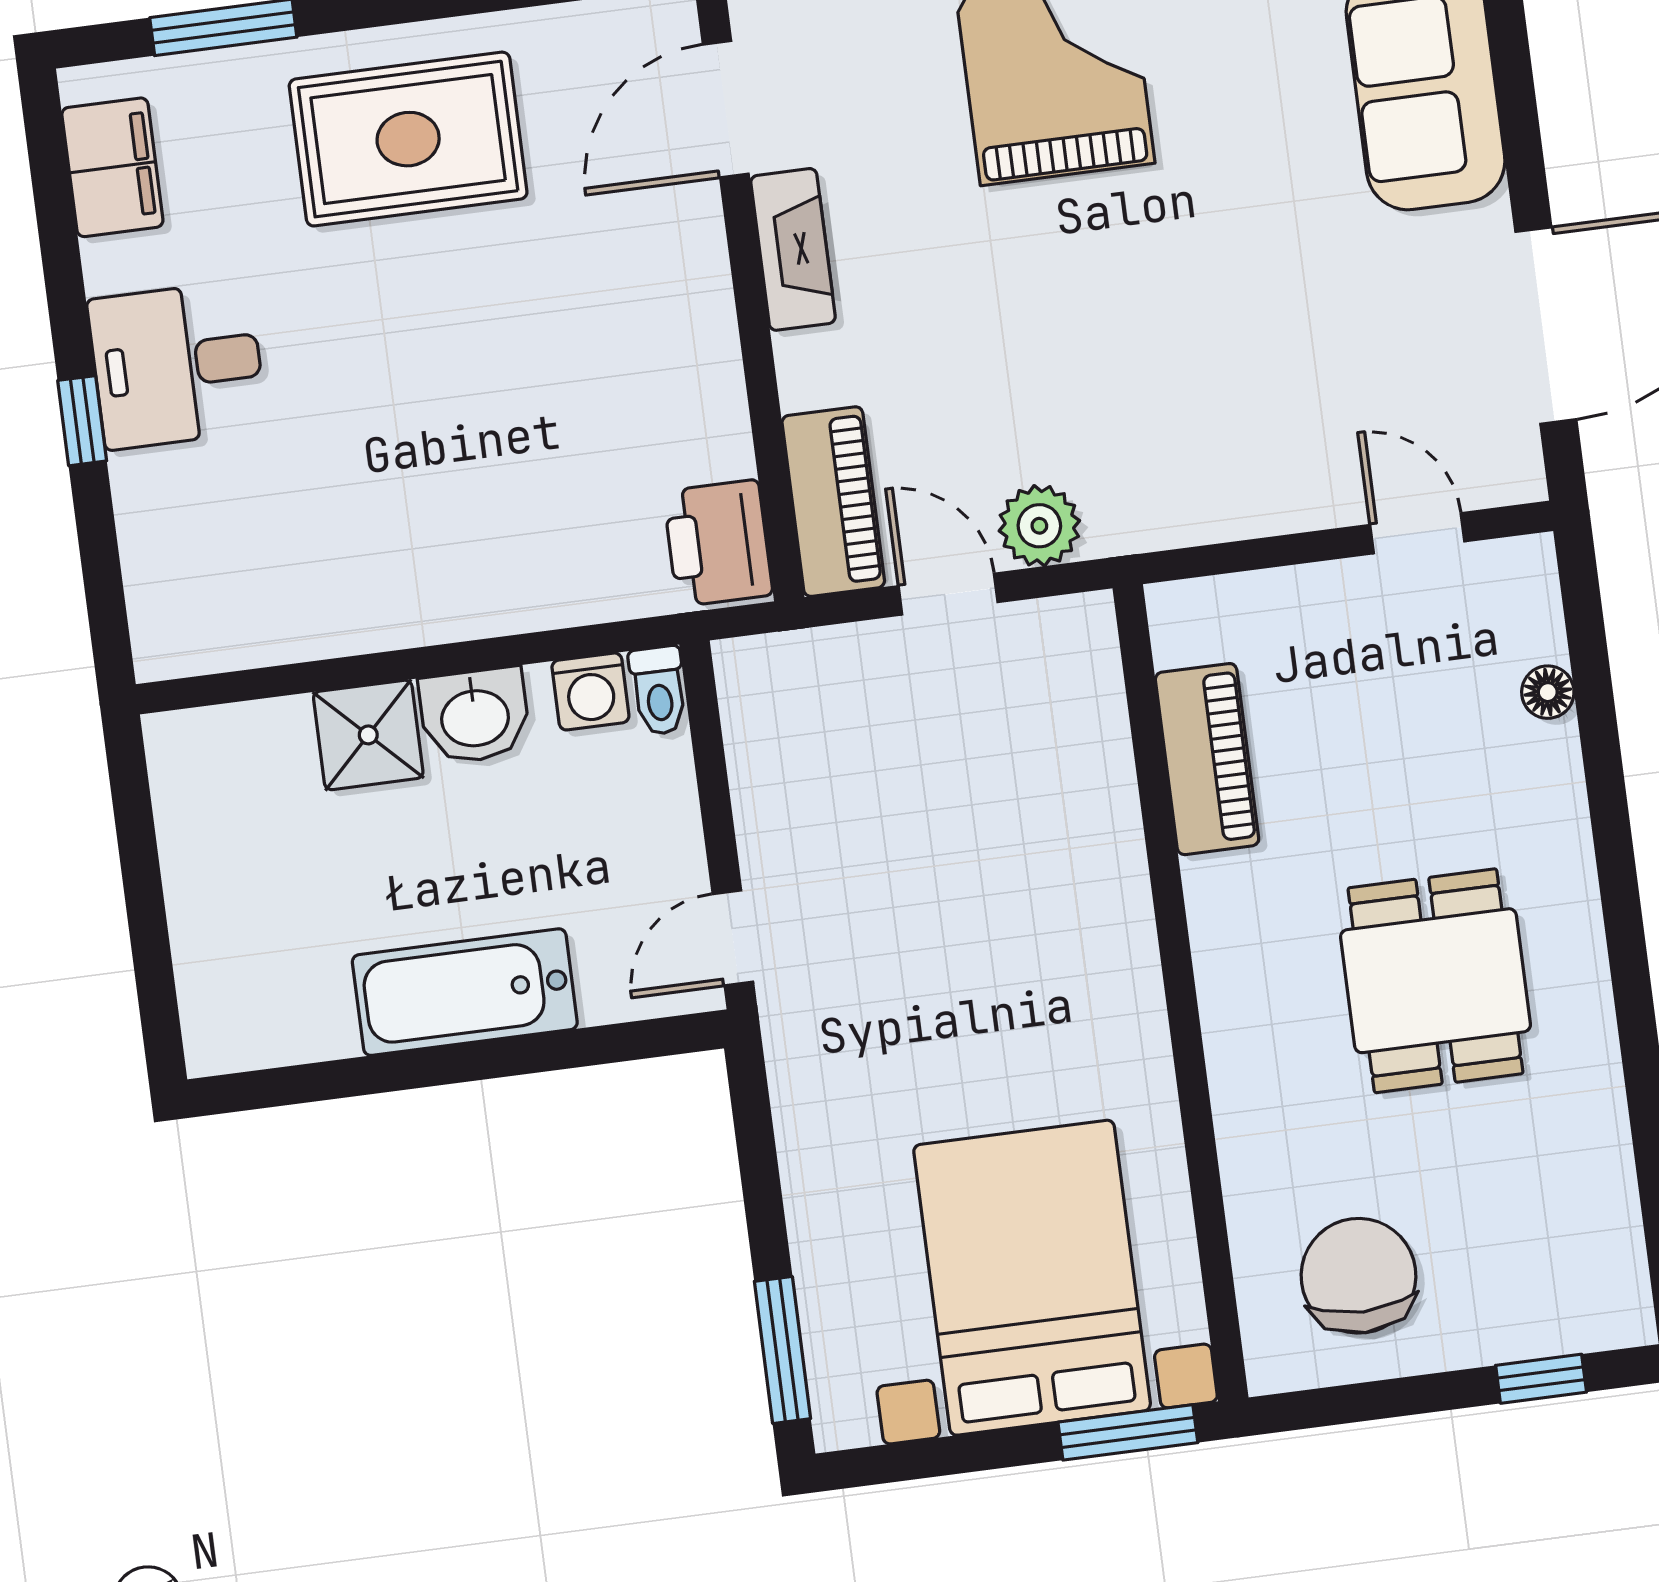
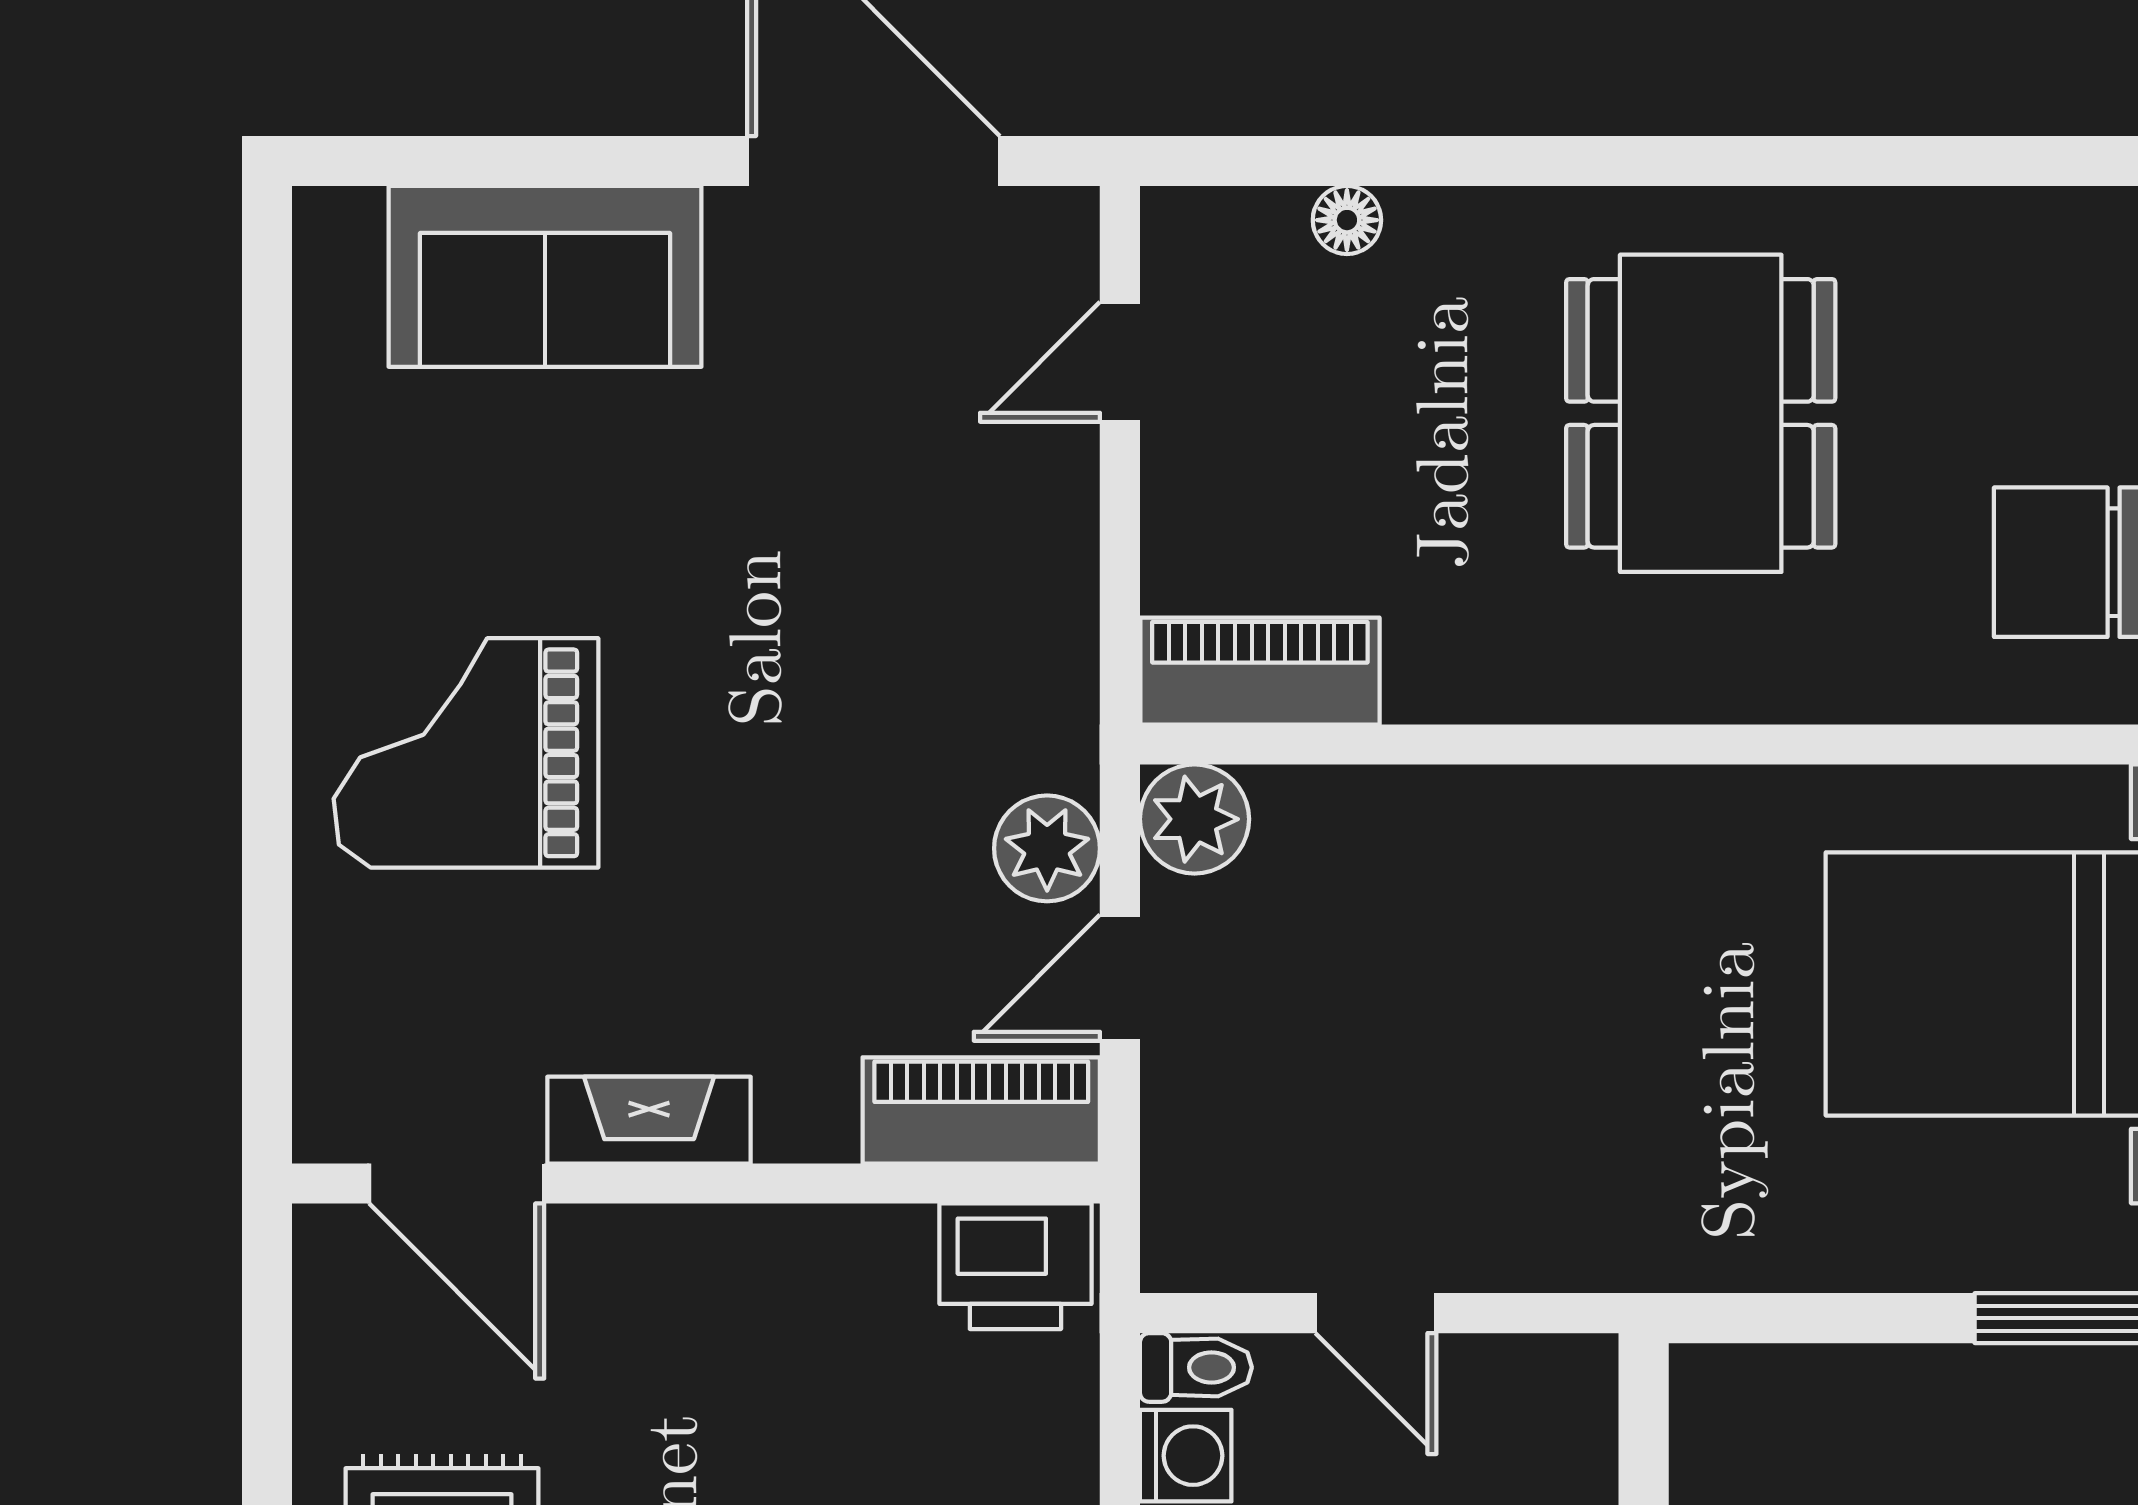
plant: (1076, 635) -> (1194, 819), added
piano: (1207, 759) -> (1260, 671), moved
door: (733, 938) -> (1376, 1313), moved
dining table: (1436, 981) -> (1701, 413), width x1.38

